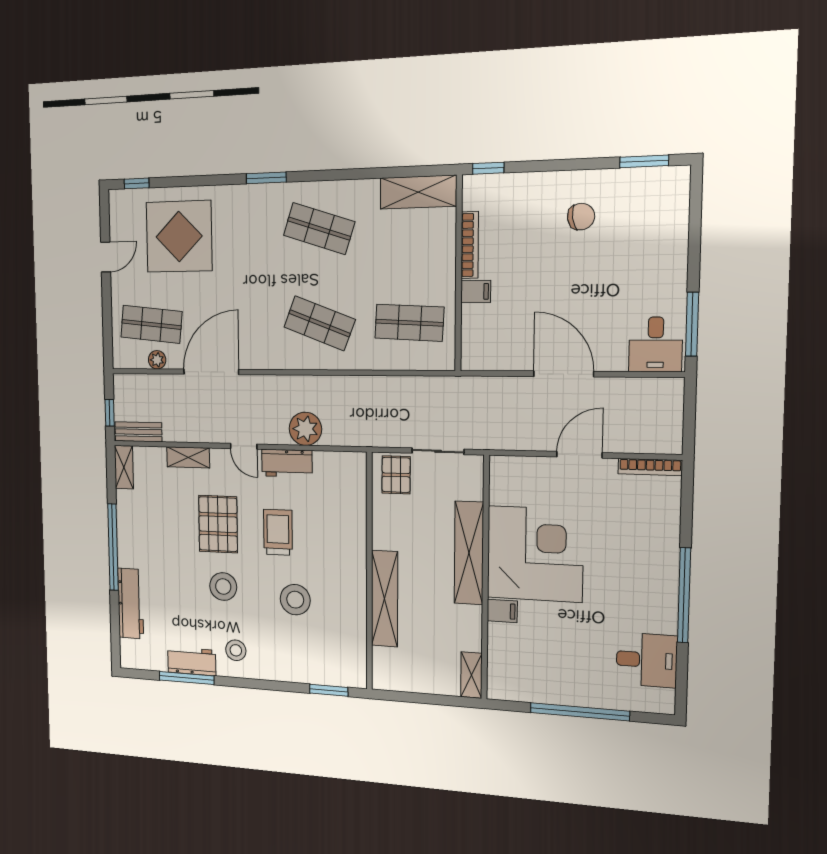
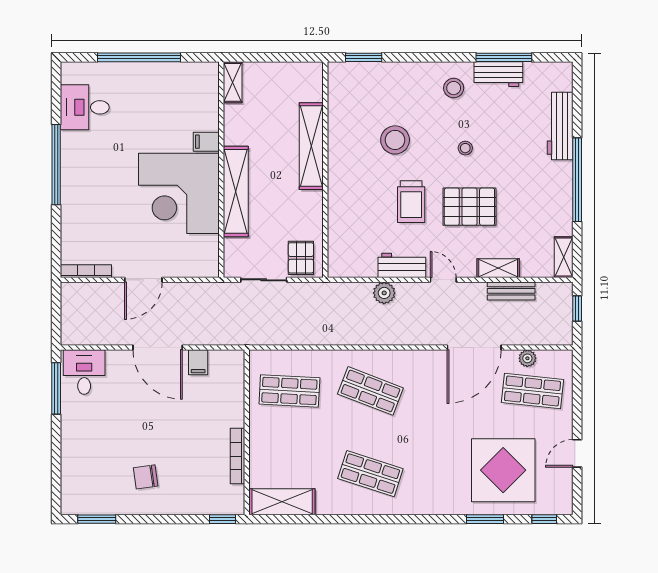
window: (266, 178) -> (485, 519), moved
filing cabinet: (476, 292) -> (198, 362), moved, turned -90
plant: (305, 429) -> (384, 293), width x0.73, depth x0.73
bench: (138, 432) -> (511, 291), moved
pallet: (218, 524) -> (469, 207), turned 90
stool: (223, 587) -> (465, 148), width x0.53, depth x0.53

